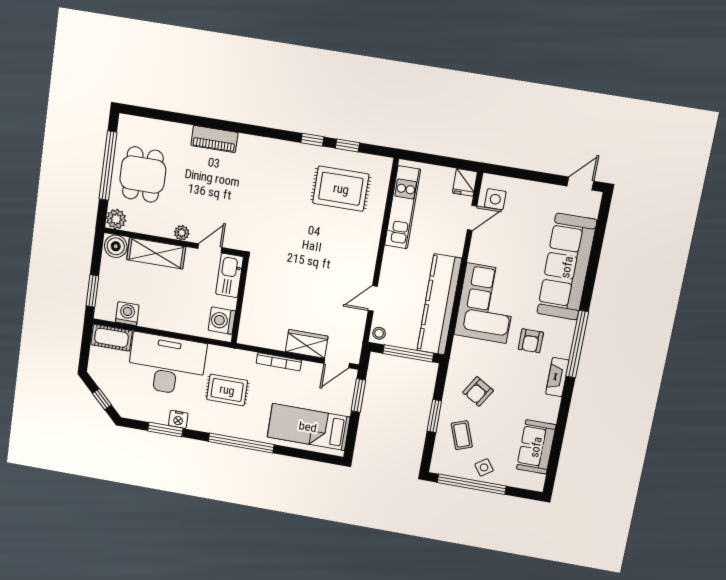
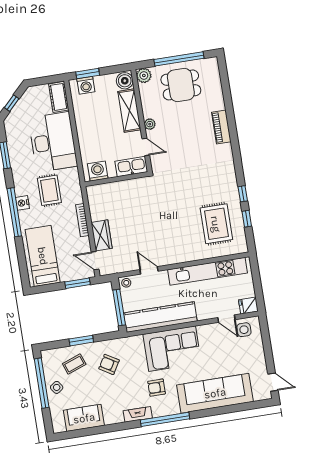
kitchen unit: (403, 207) -> (208, 271), width x1.36
washing machine: (127, 314) -> (86, 85), moved, turned 90
nightstand: (178, 419) -> (22, 203), moved

